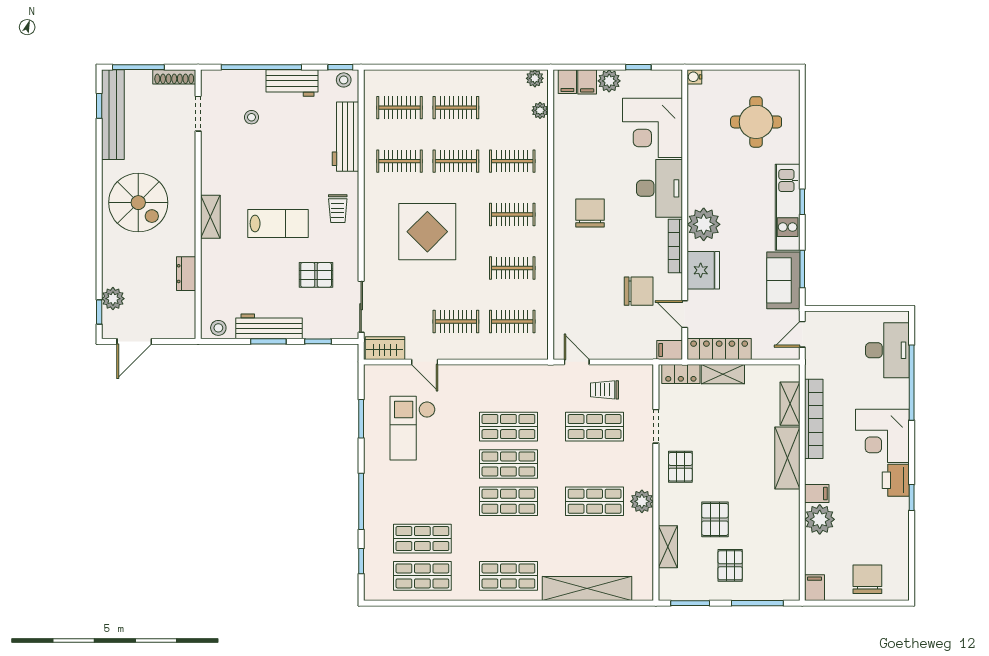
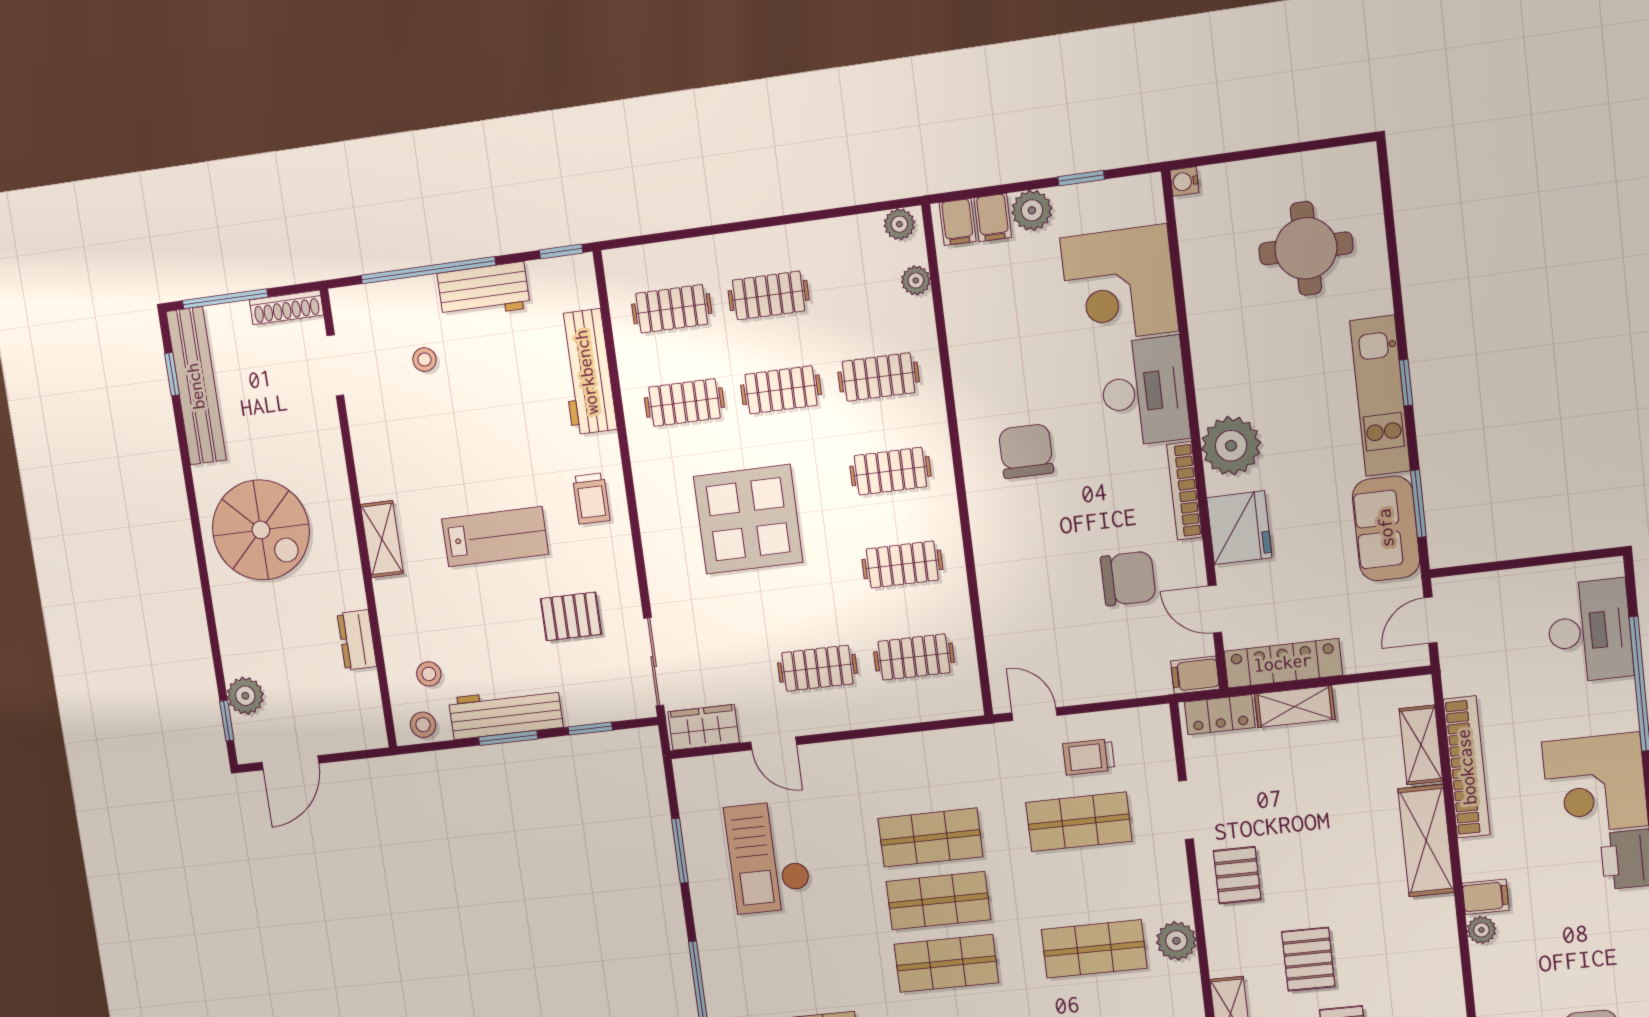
stool: (344, 80) -> (429, 674), moved
plant: (820, 519) -> (1481, 930), width x0.53, depth x0.53

